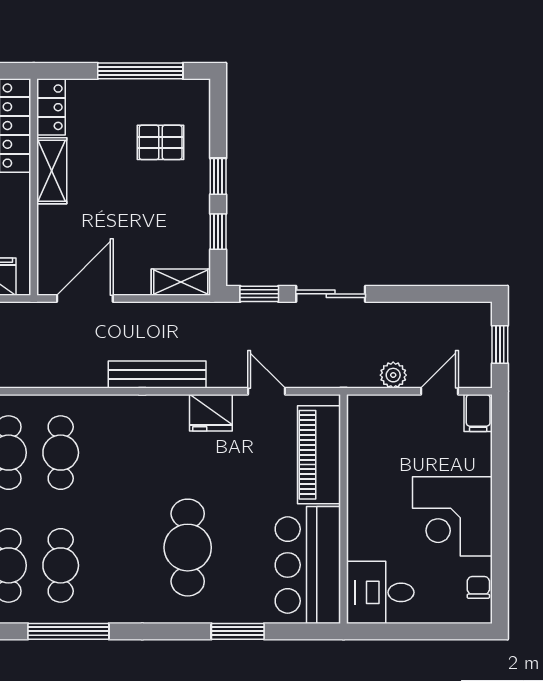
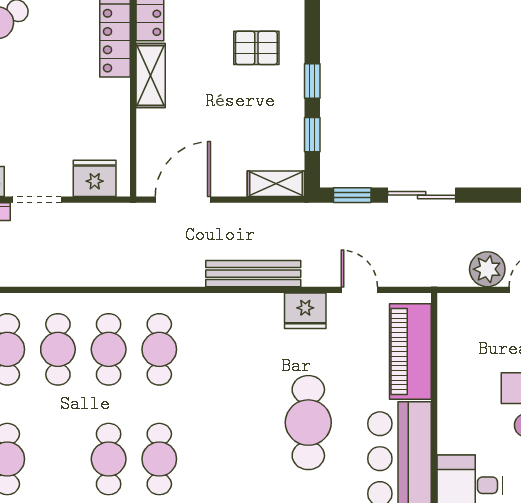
plant: (393, 375) -> (487, 269), width x1.38, depth x1.38
cafe table: (188, 548) -> (308, 423), moved

